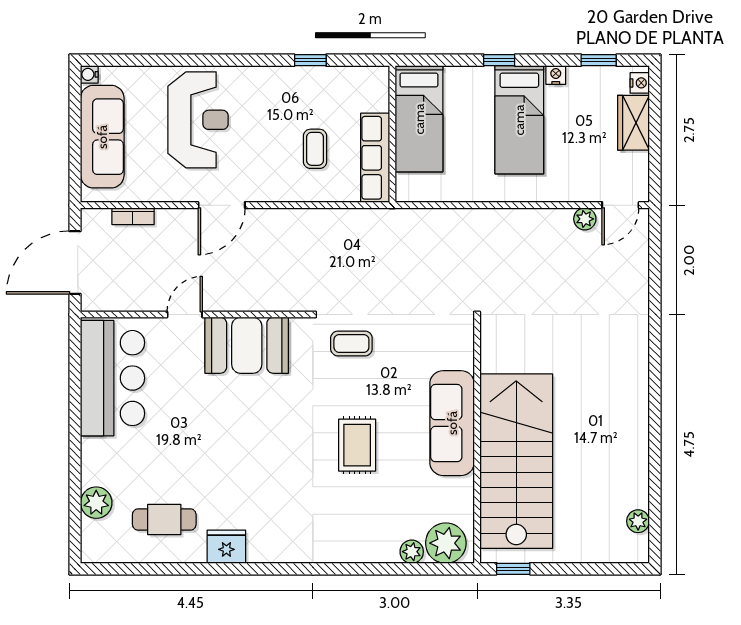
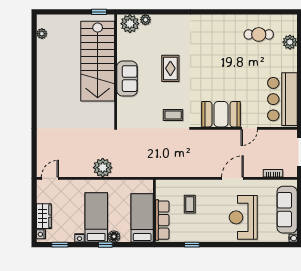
floor lamp: (480, 78) -> (114, 237), added
row of seats: (375, 158) -> (162, 220), moved
plant: (585, 219) -> (103, 168), moved, width x1.88, depth x1.88
sofa: (452, 423) -> (127, 79), width x0.73
fridge: (226, 547) -> (230, 22), removed

